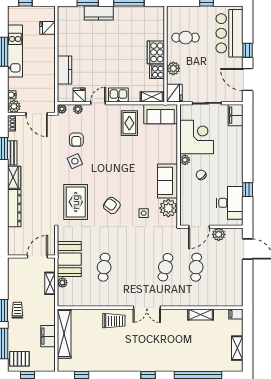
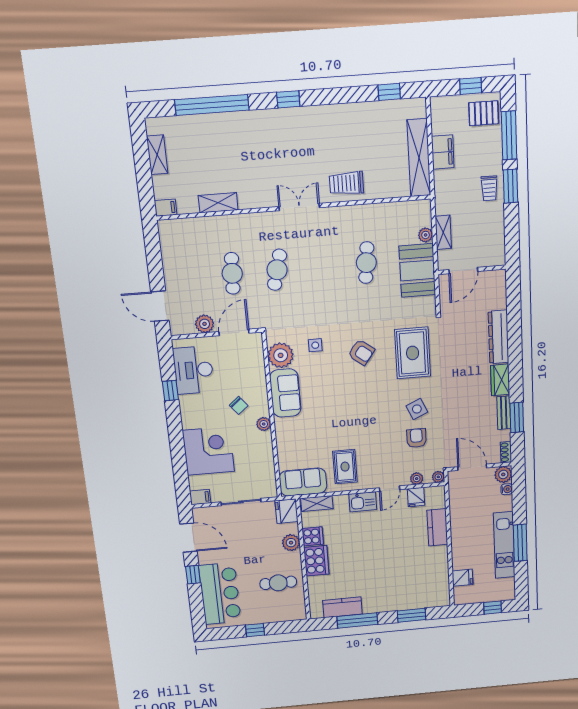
kitchen counter: (99, 13) -> (342, 607), moved
filing cabinet: (236, 115) -> (200, 497), width x0.50
corner desk: (197, 137) -> (208, 451), moved, turned 180

